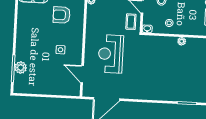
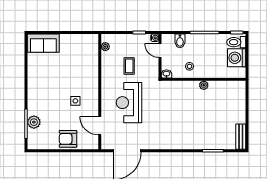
armchair: (62, 15) -> (68, 139), moved
coffee table: (131, 22) -> (129, 66), moved

